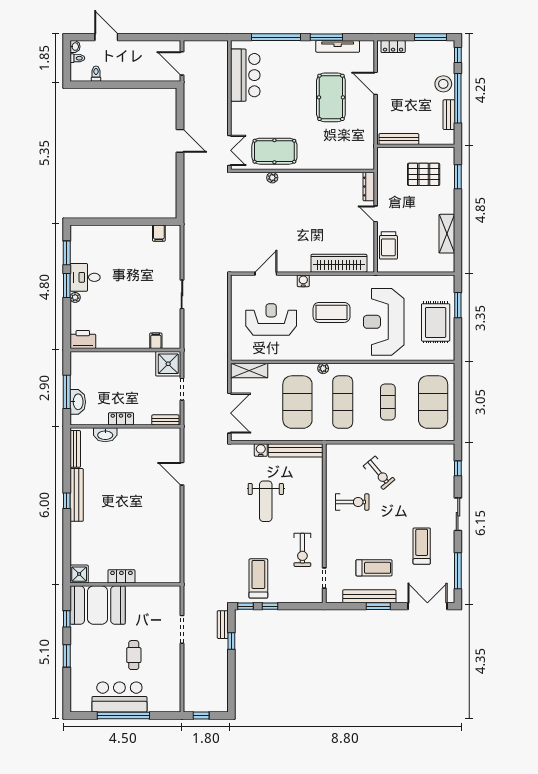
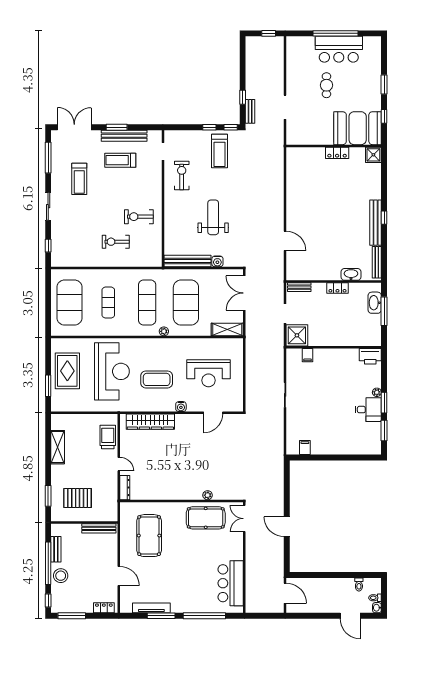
pool table: (331, 97) -> (149, 536), moved
exercise bike: (379, 473) -> (116, 242), turned -50
double door: (427, 606) -> (74, 127), swing flipped

